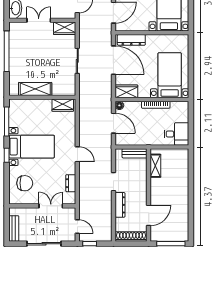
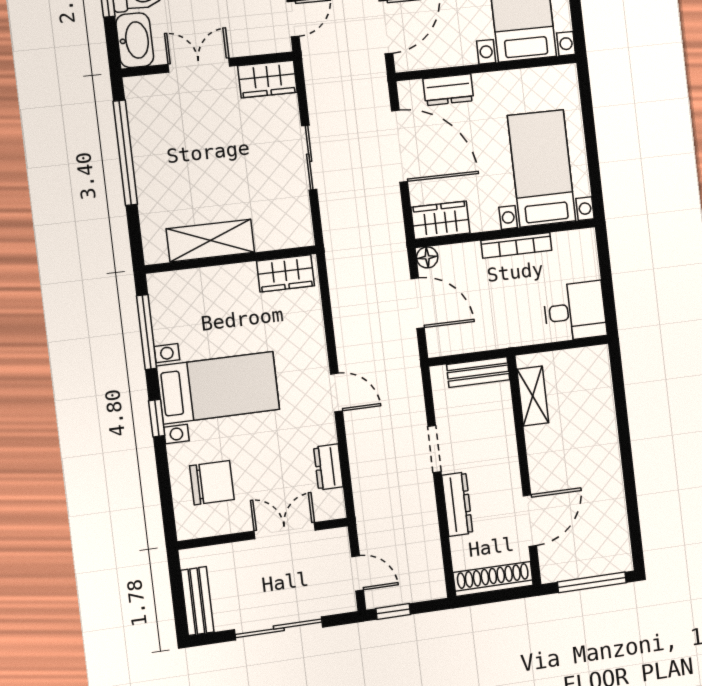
dresser: (131, 40) -> (448, 90), width x0.70

